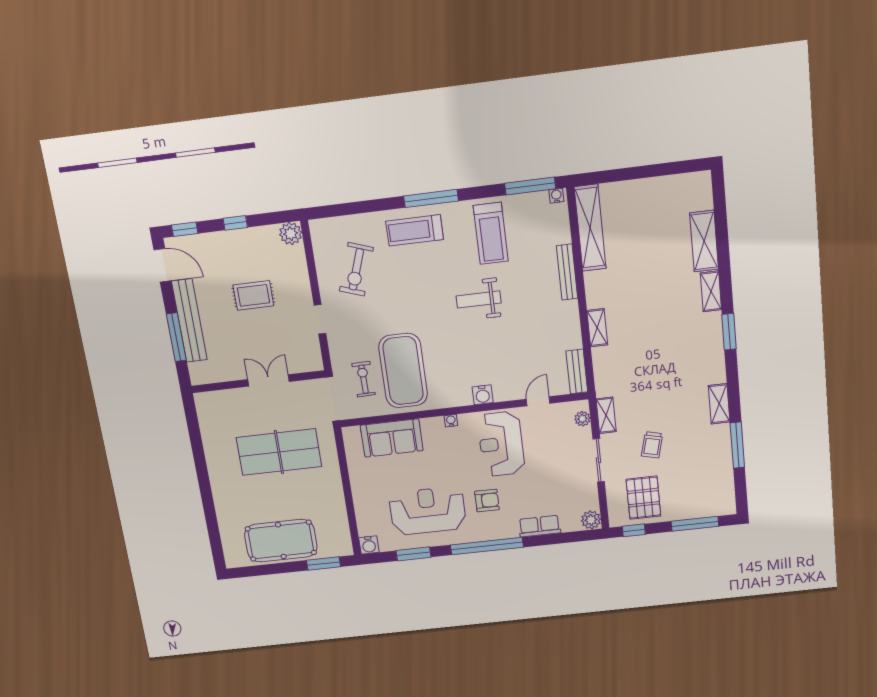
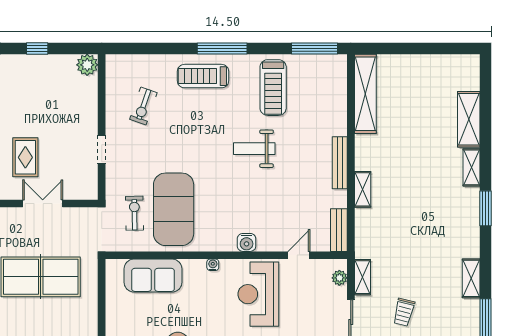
water cooler: (556, 196) -> (337, 60), removed
exercise bike: (356, 269) -> (143, 106), width x0.73, depth x0.72
bench: (567, 272) -> (340, 163), moved
rug: (253, 295) -> (25, 157), moved, turned 90

